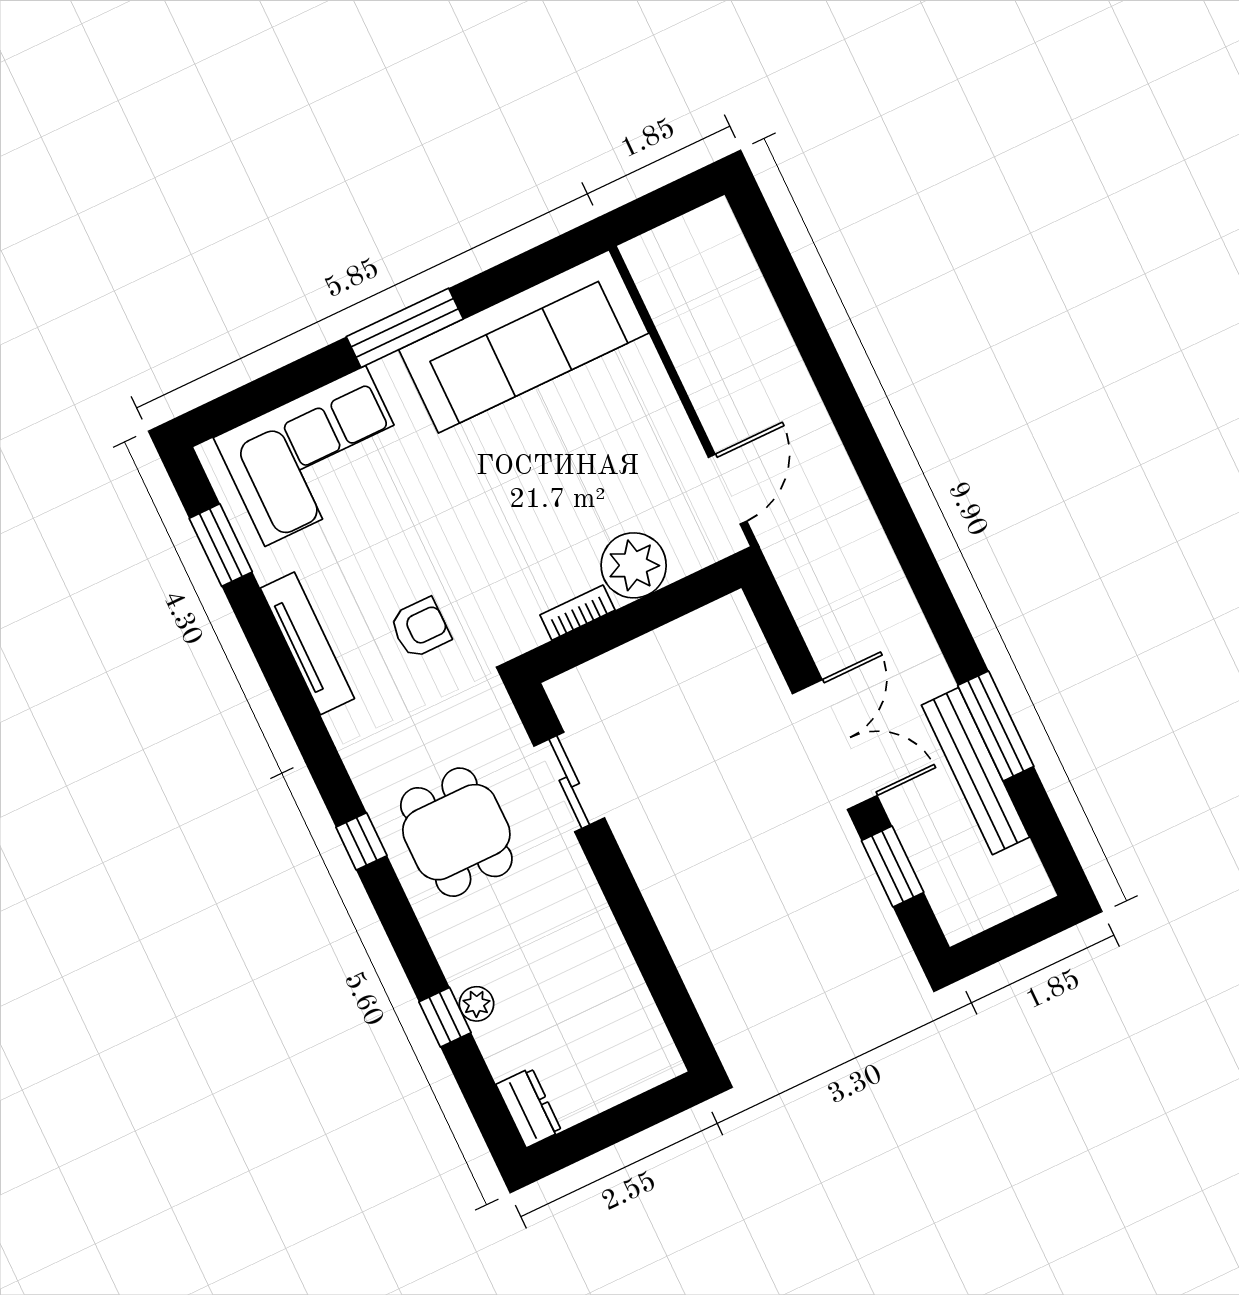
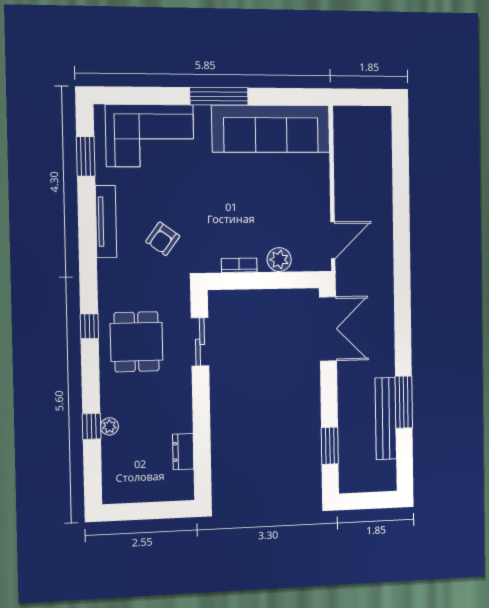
plant: (634, 565) -> (279, 260), width x0.73, depth x0.73
armchair: (420, 628) -> (163, 239), turned 126
double door: (835, 745) -> (328, 329), moved
dresser: (529, 1108) -> (183, 452), moved, turned 180

